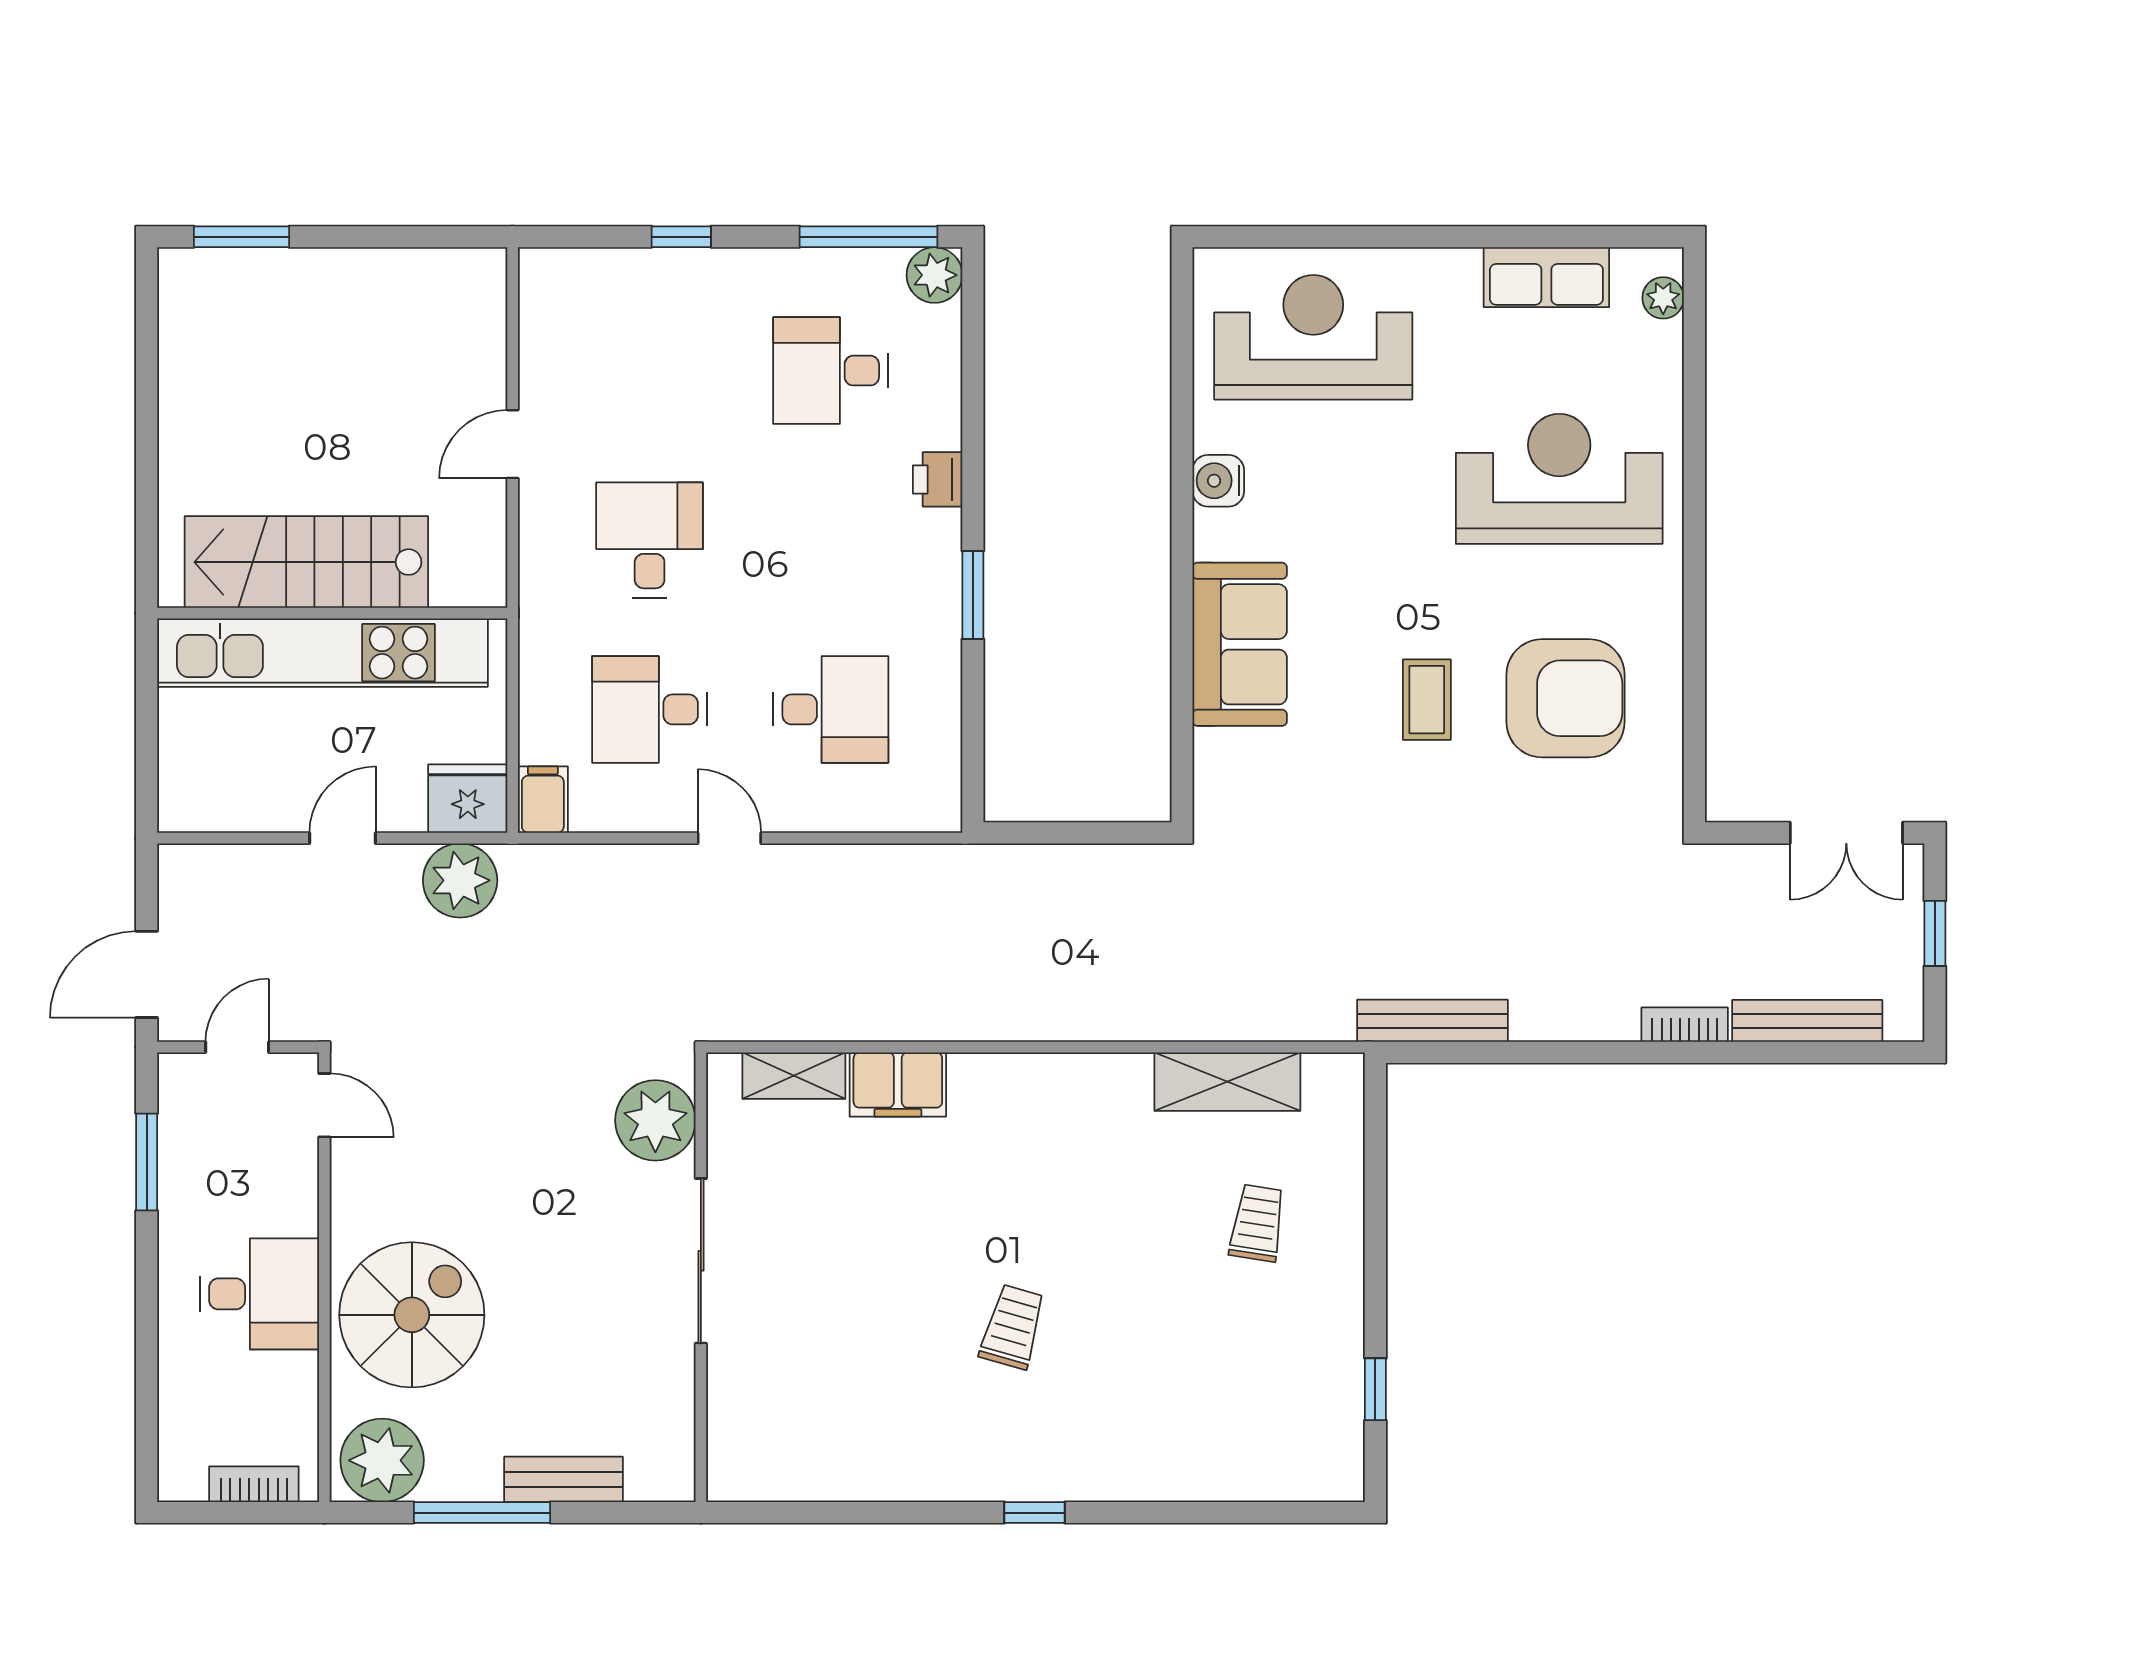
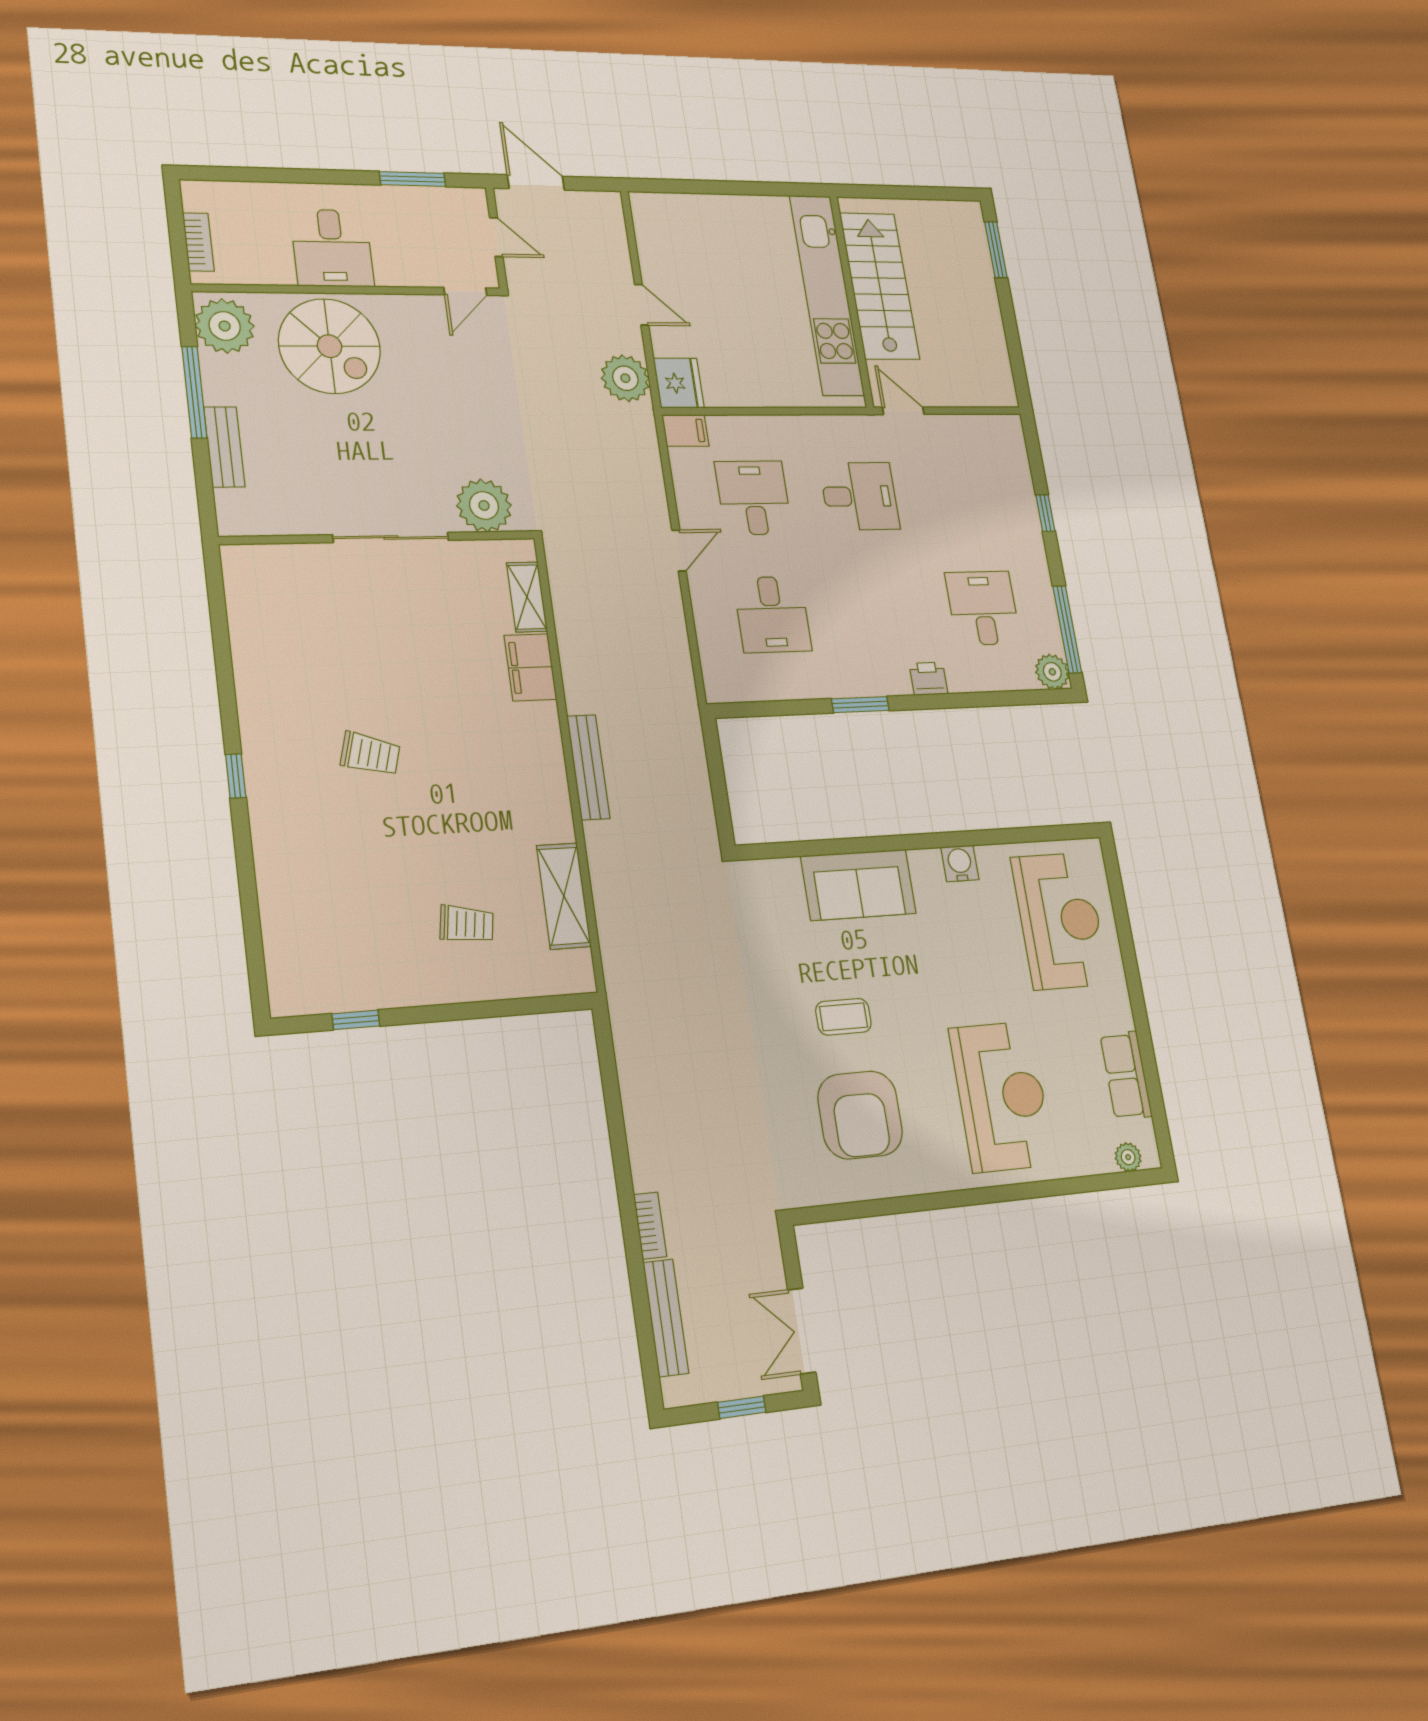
stairs: (306, 562) -> (880, 286), moved
wall: (332, 613) -> (852, 301), moved
kitchen unit: (322, 653) -> (827, 295), moved
bench: (1432, 1021) -> (588, 767), moved

